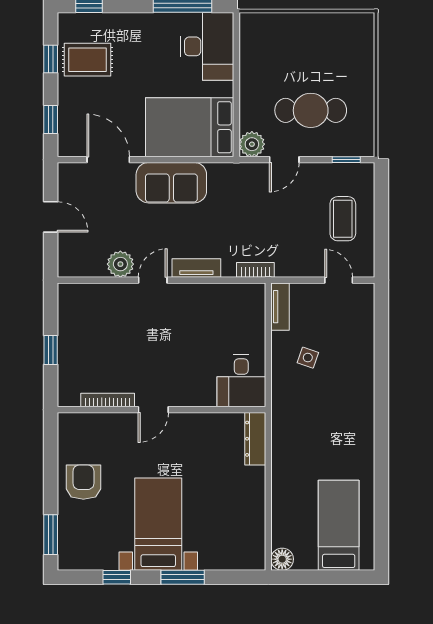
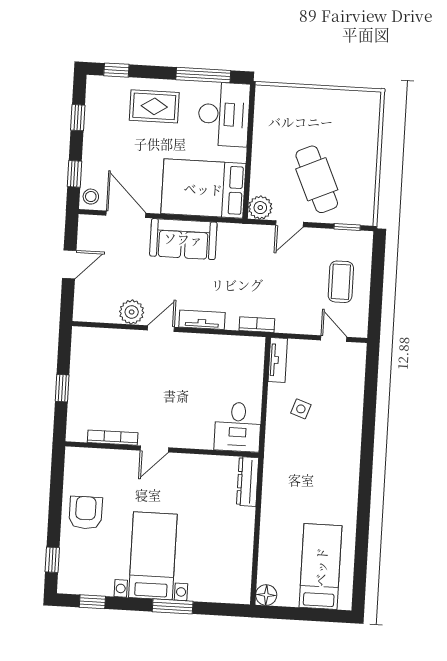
rug: (87, 60) -> (154, 106), moved
cafe table: (311, 110) -> (317, 179), turned 66
stool: (69, 143) -> (91, 197), added
door: (51, 217) -> (69, 264), hinge flipped
window: (51, 535) -> (52, 560), width x0.67
window: (117, 577) -> (92, 602), moved

